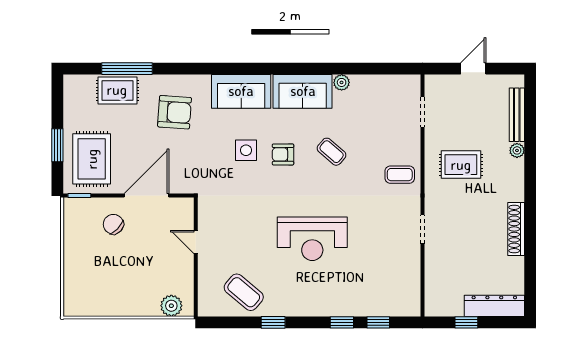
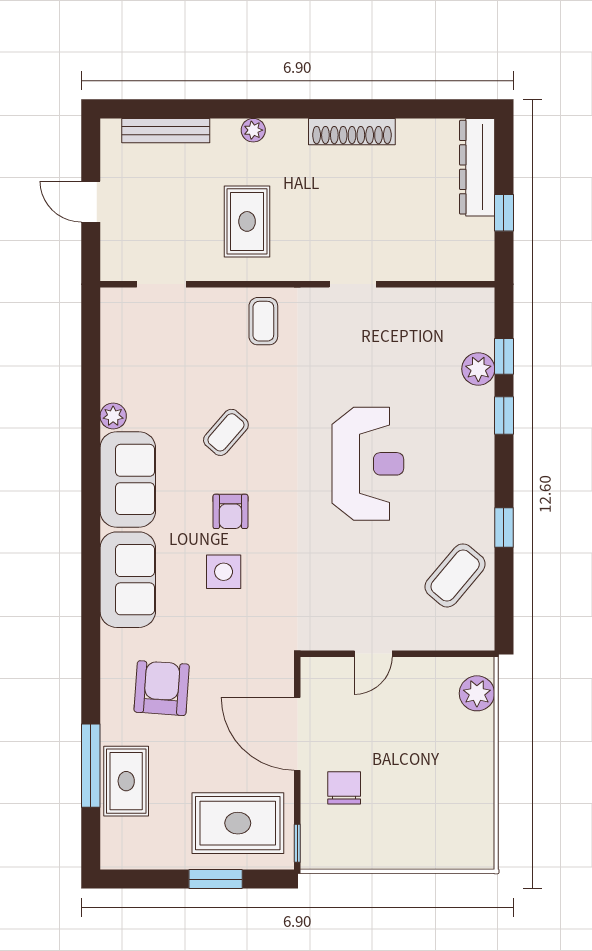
plant: (517, 150) -> (253, 130), moved
chair: (113, 224) -> (344, 788), turned 136
plant: (370, 307) -> (478, 369), added

